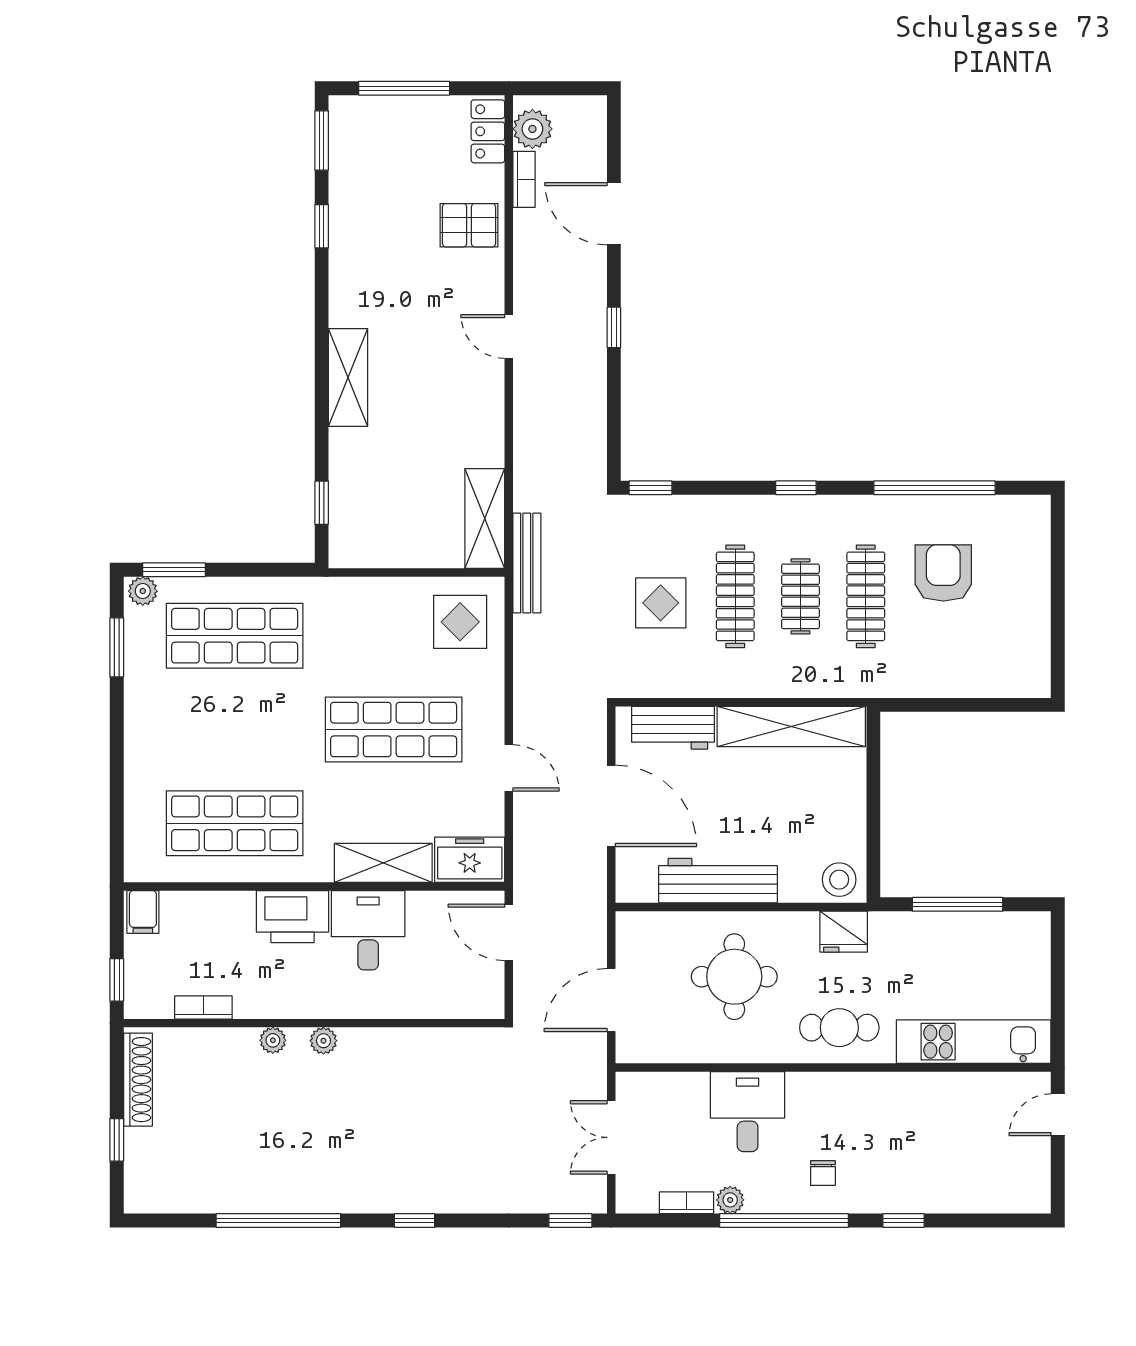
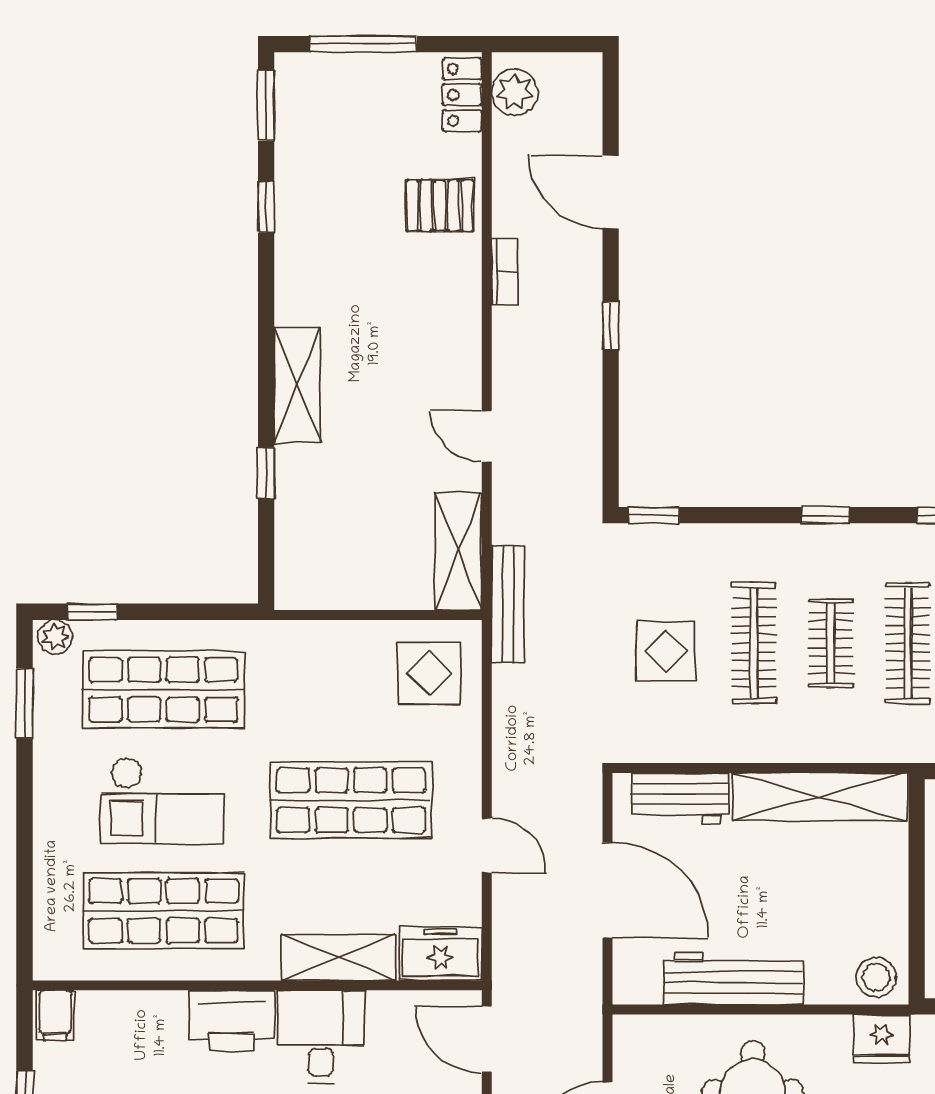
bookcase: (524, 179) -> (505, 272), moved
door: (509, 336) -> (487, 436), moved
window: (322, 503) -> (266, 473), moved
window: (174, 570) -> (92, 612), width x0.67
checkout: (234, 730) -> (162, 801), added

